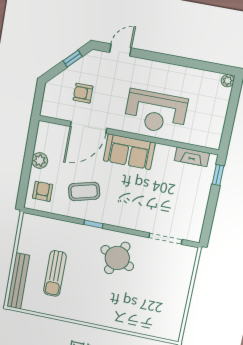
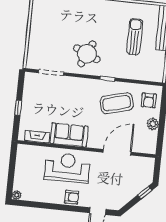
window: (73, 59) -> (145, 193), moved
armchair: (83, 93) -> (72, 197), moved
sofa: (129, 152) -> (69, 135), moved
window: (218, 175) -> (18, 108), moved
coffee table: (84, 191) -> (117, 103), width x1.36, depth x1.32

